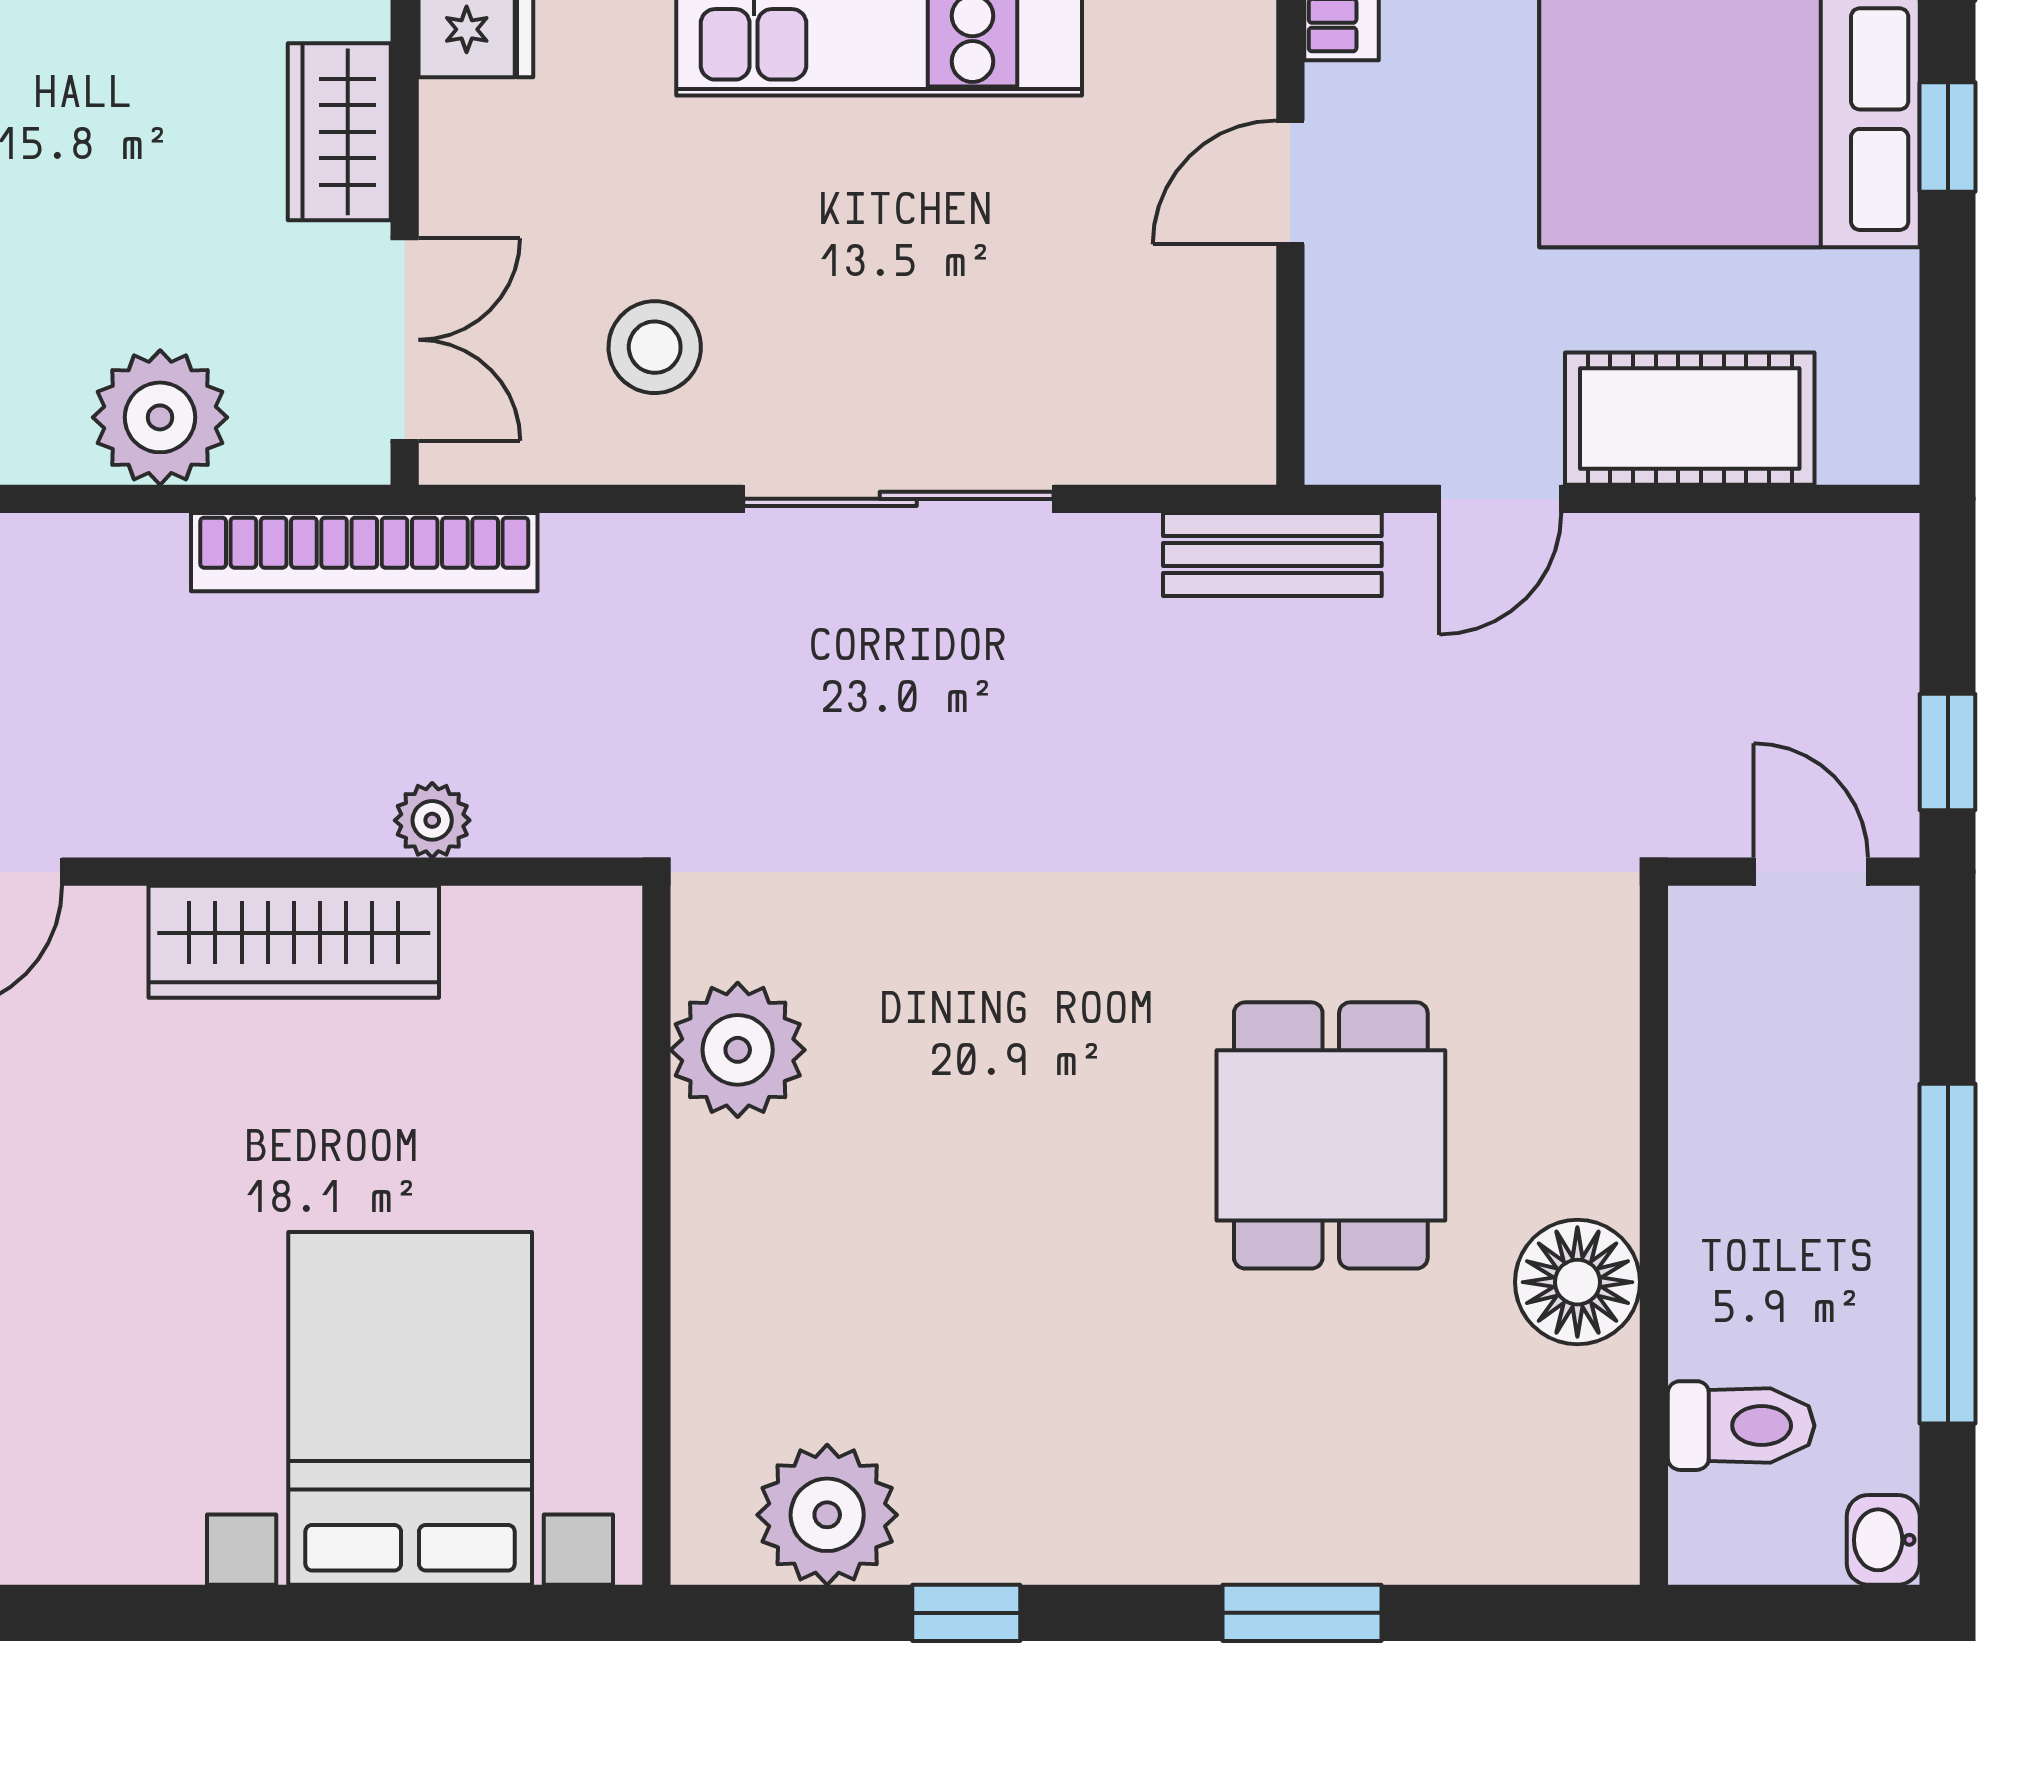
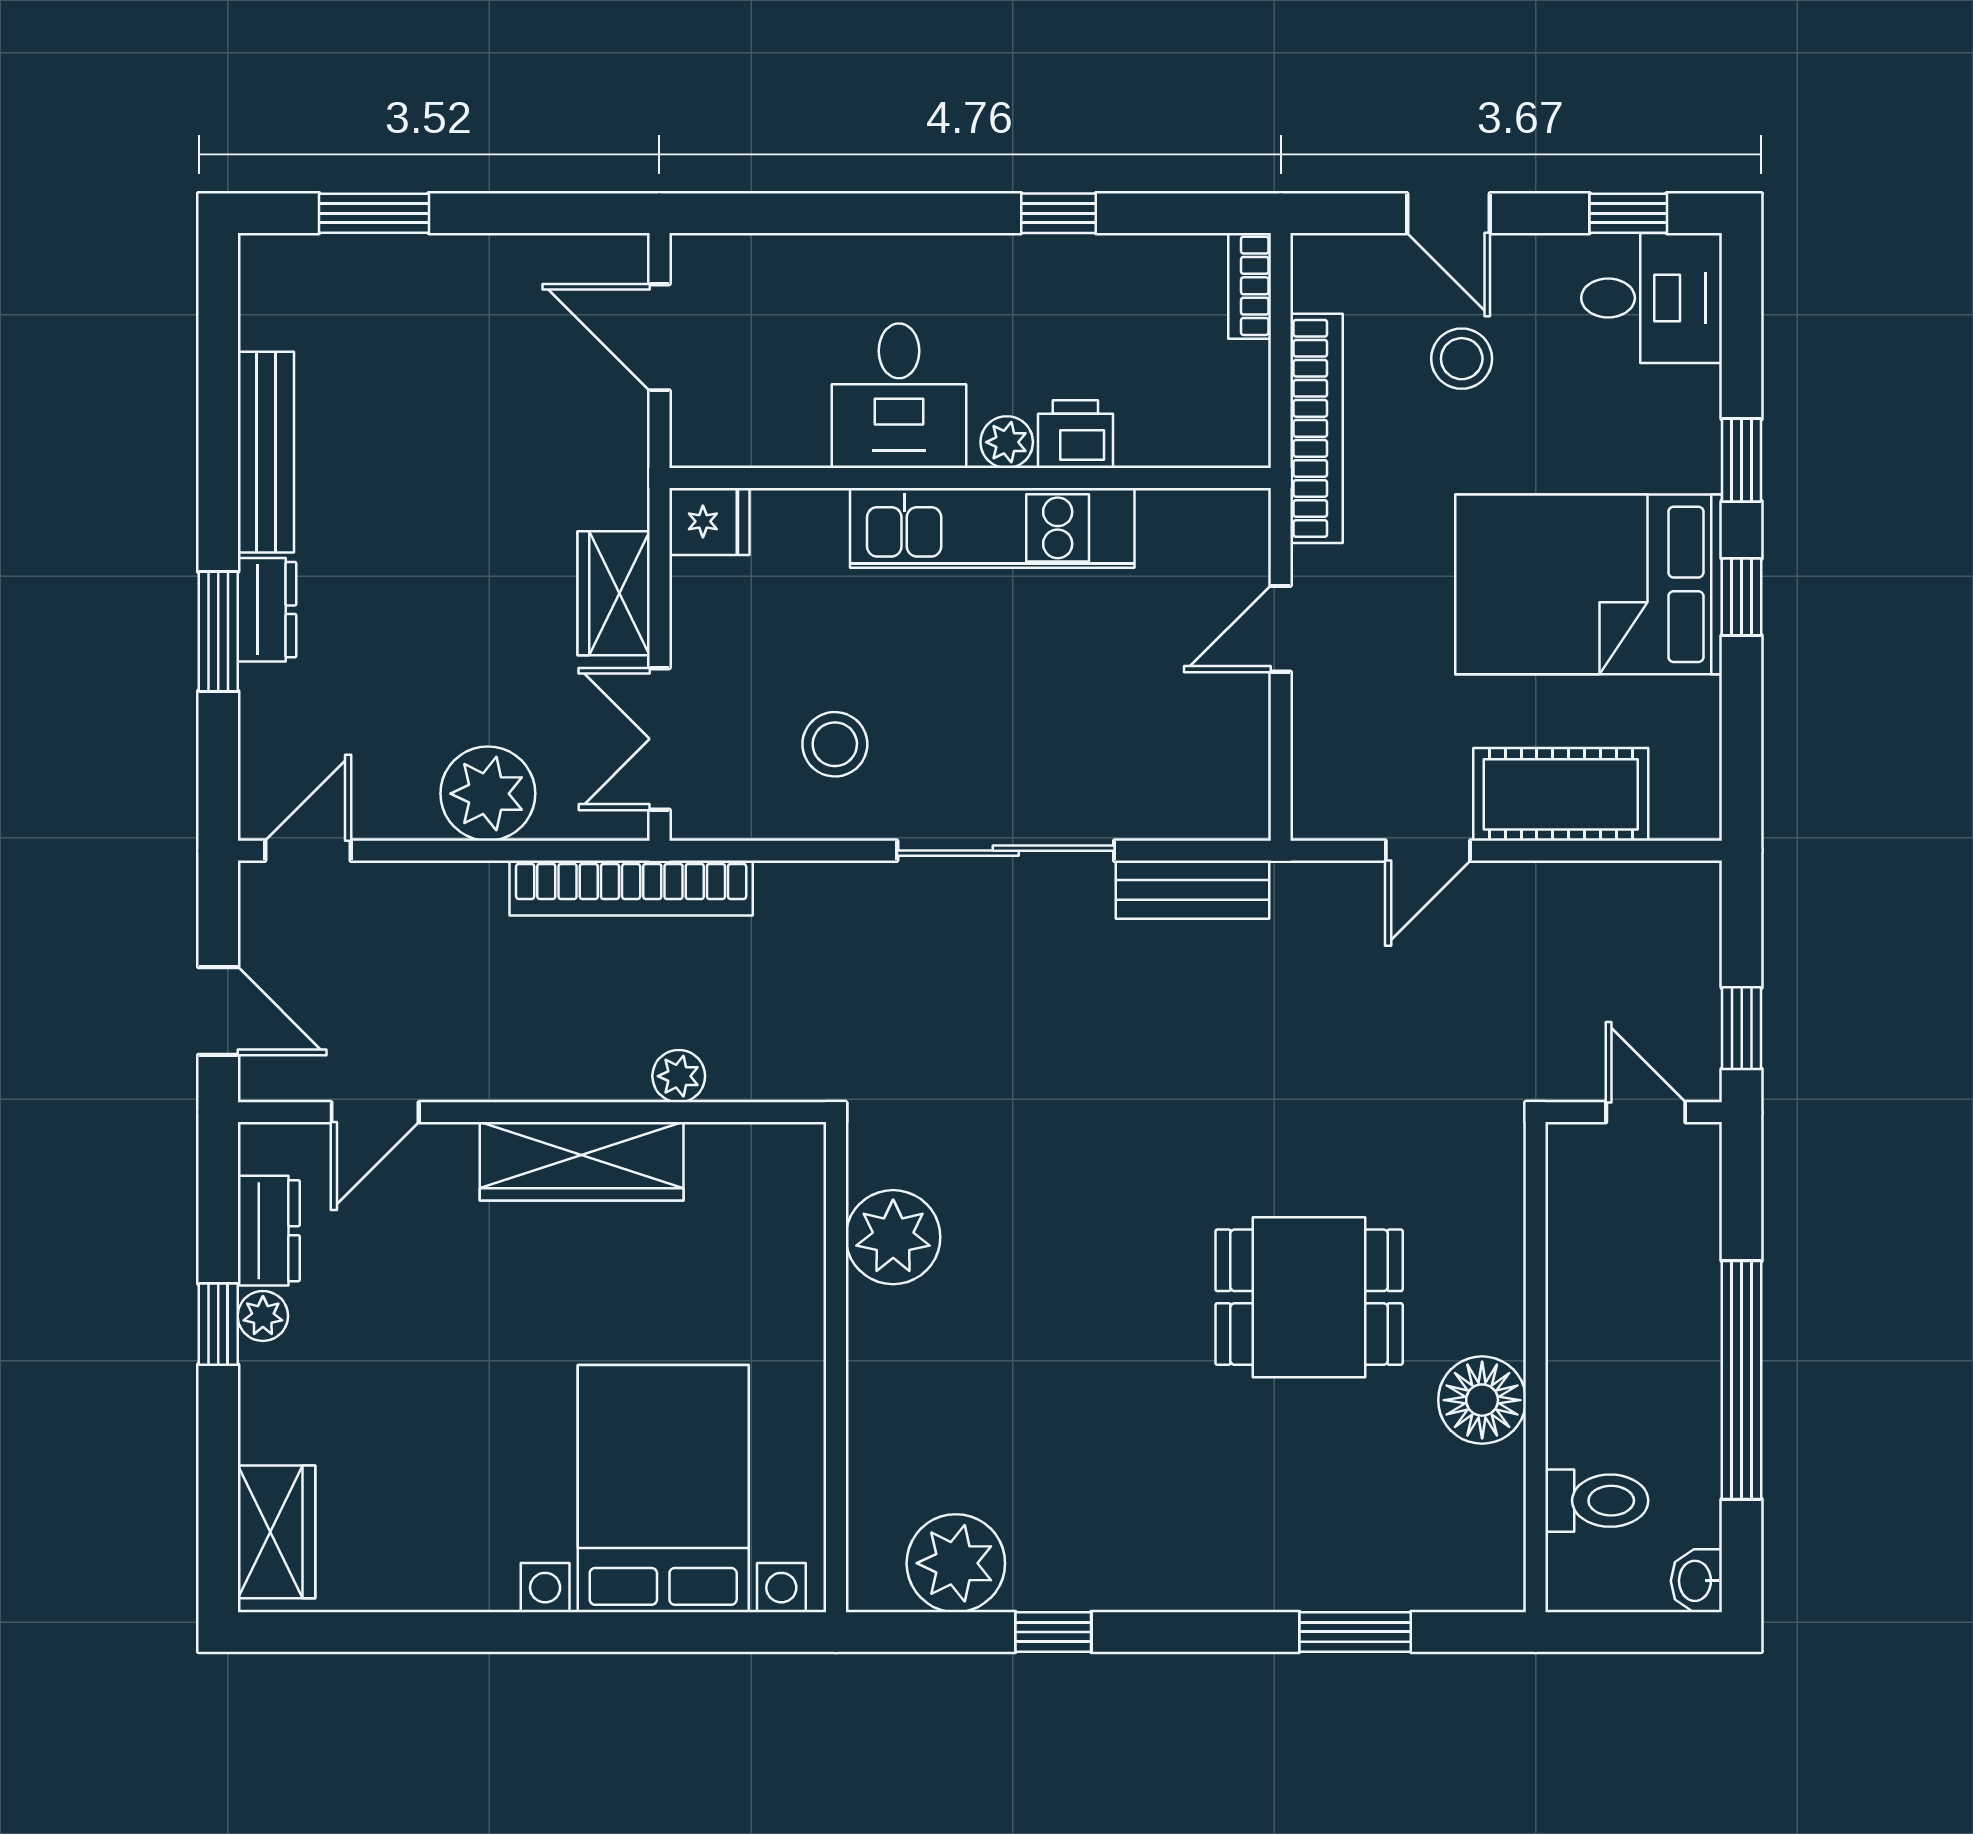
double door: (405, 340) -> (659, 739), swing flipped
bench: (1272, 555) -> (1193, 890), moved
dining table: (1331, 1135) -> (1309, 1297), turned 90
window: (1302, 1613) -> (1355, 1632), moved

